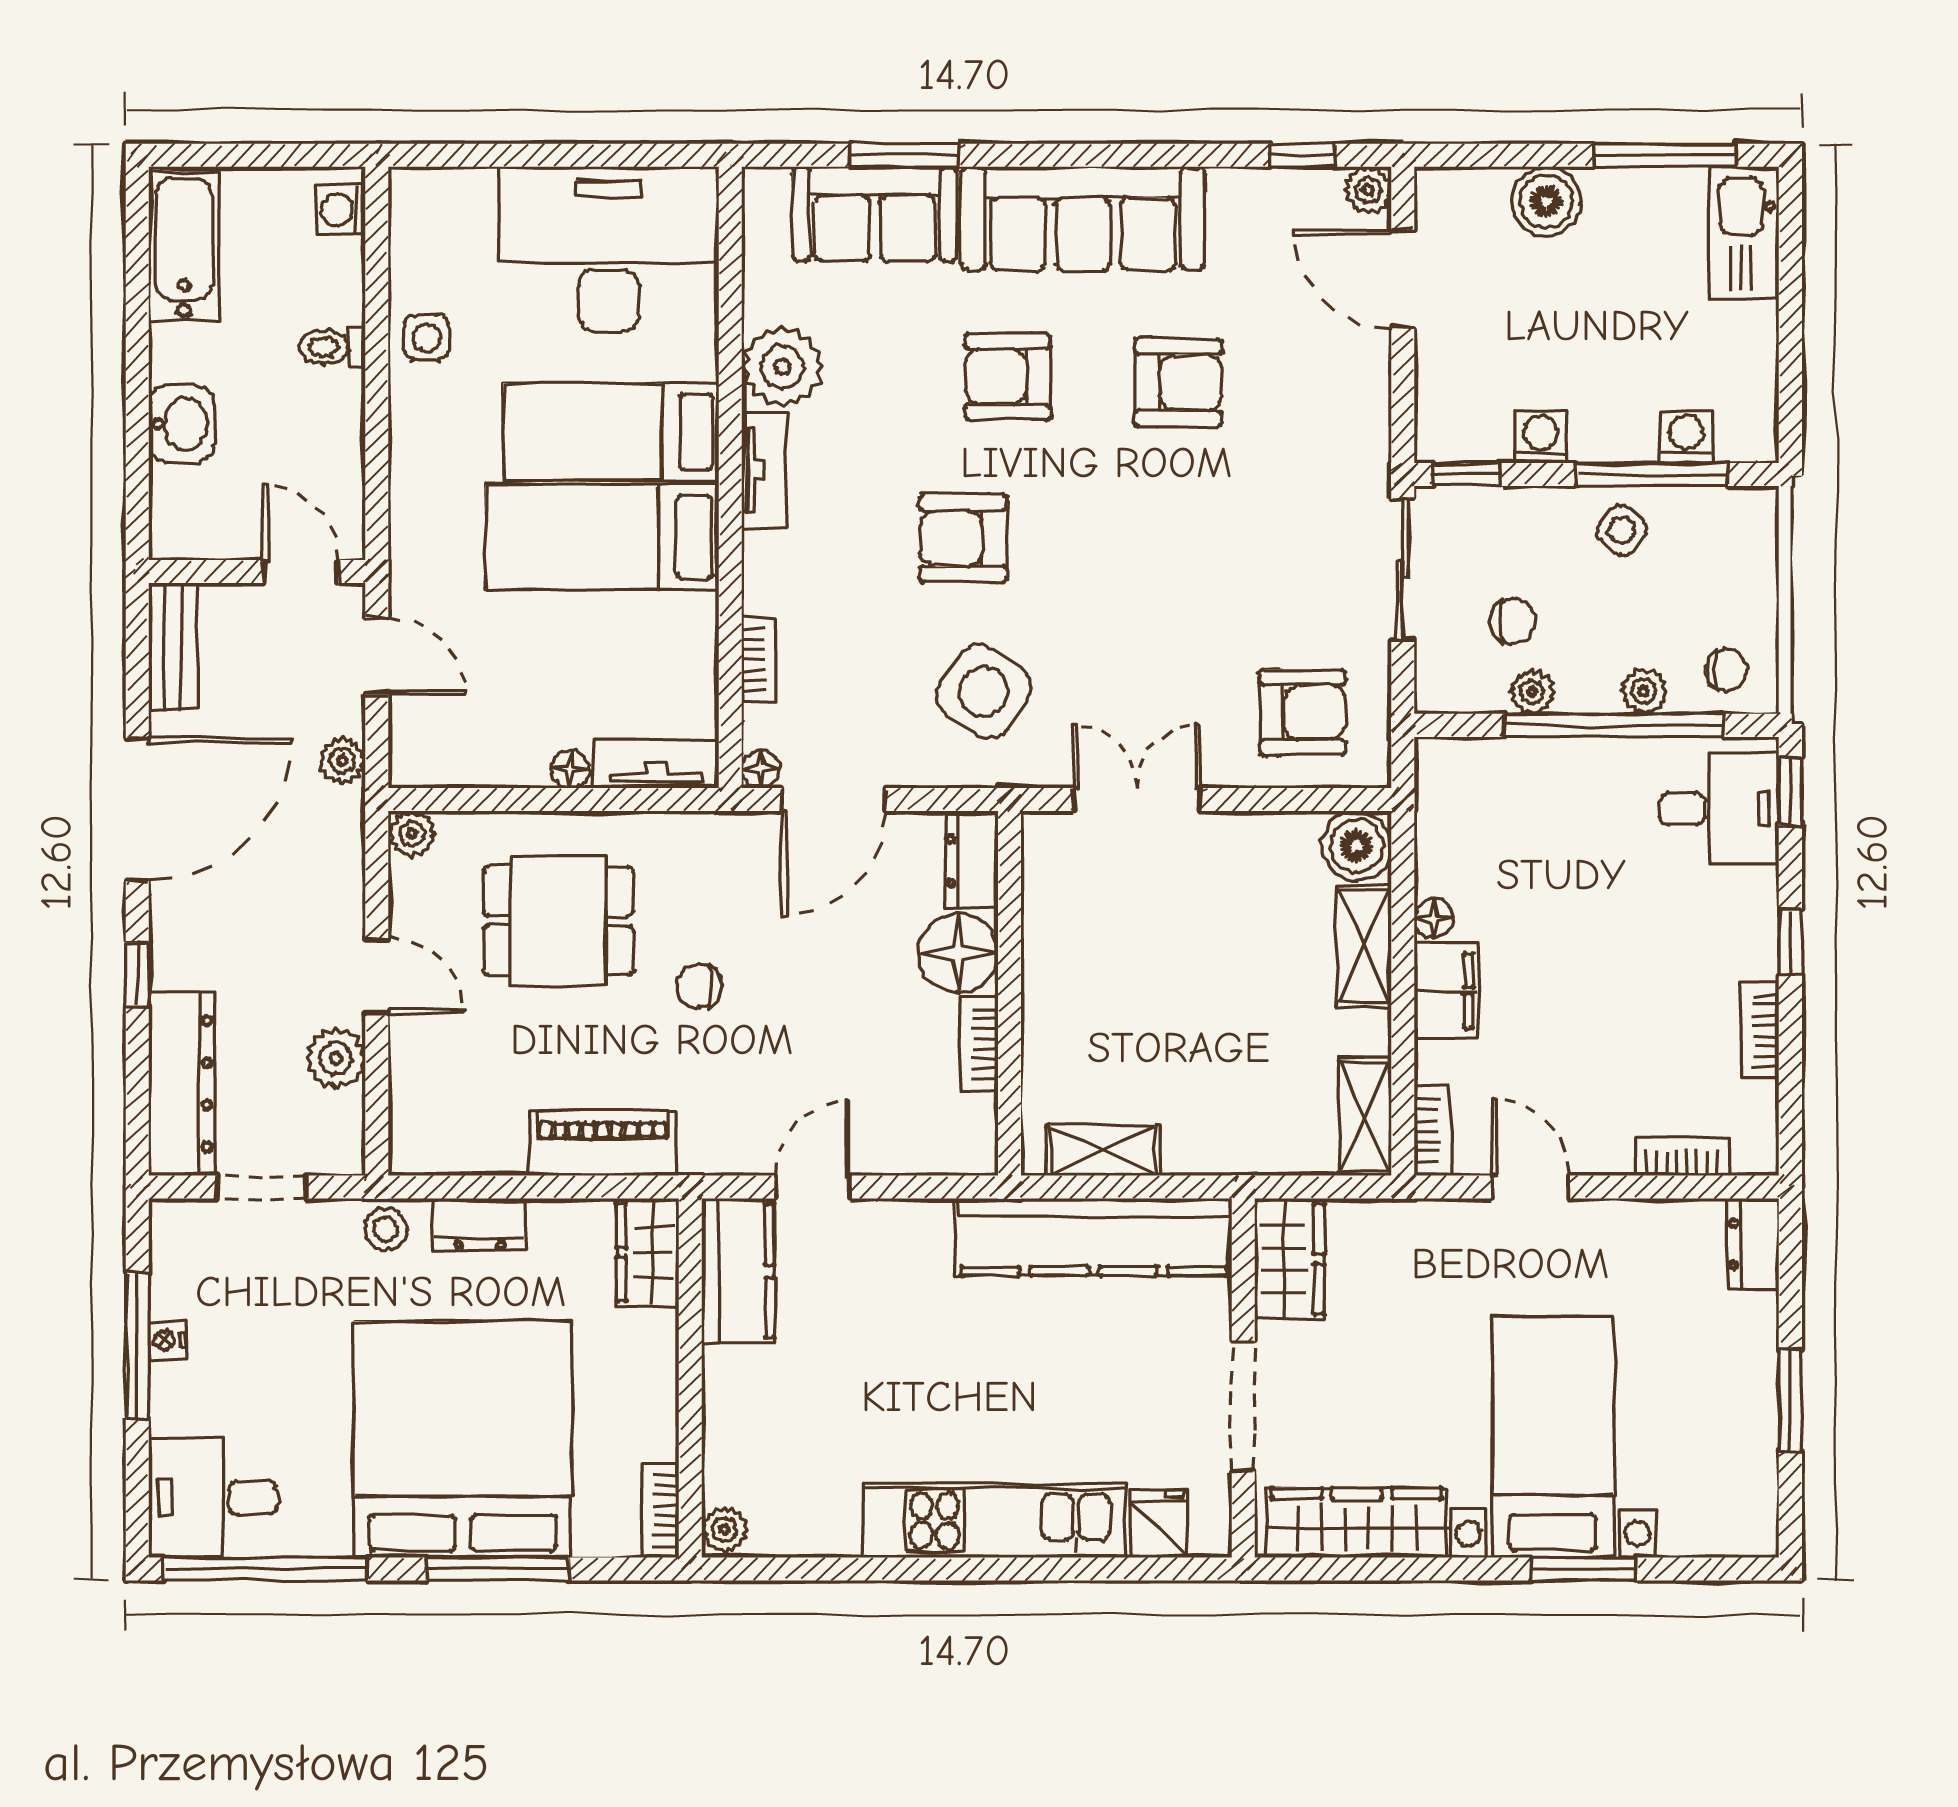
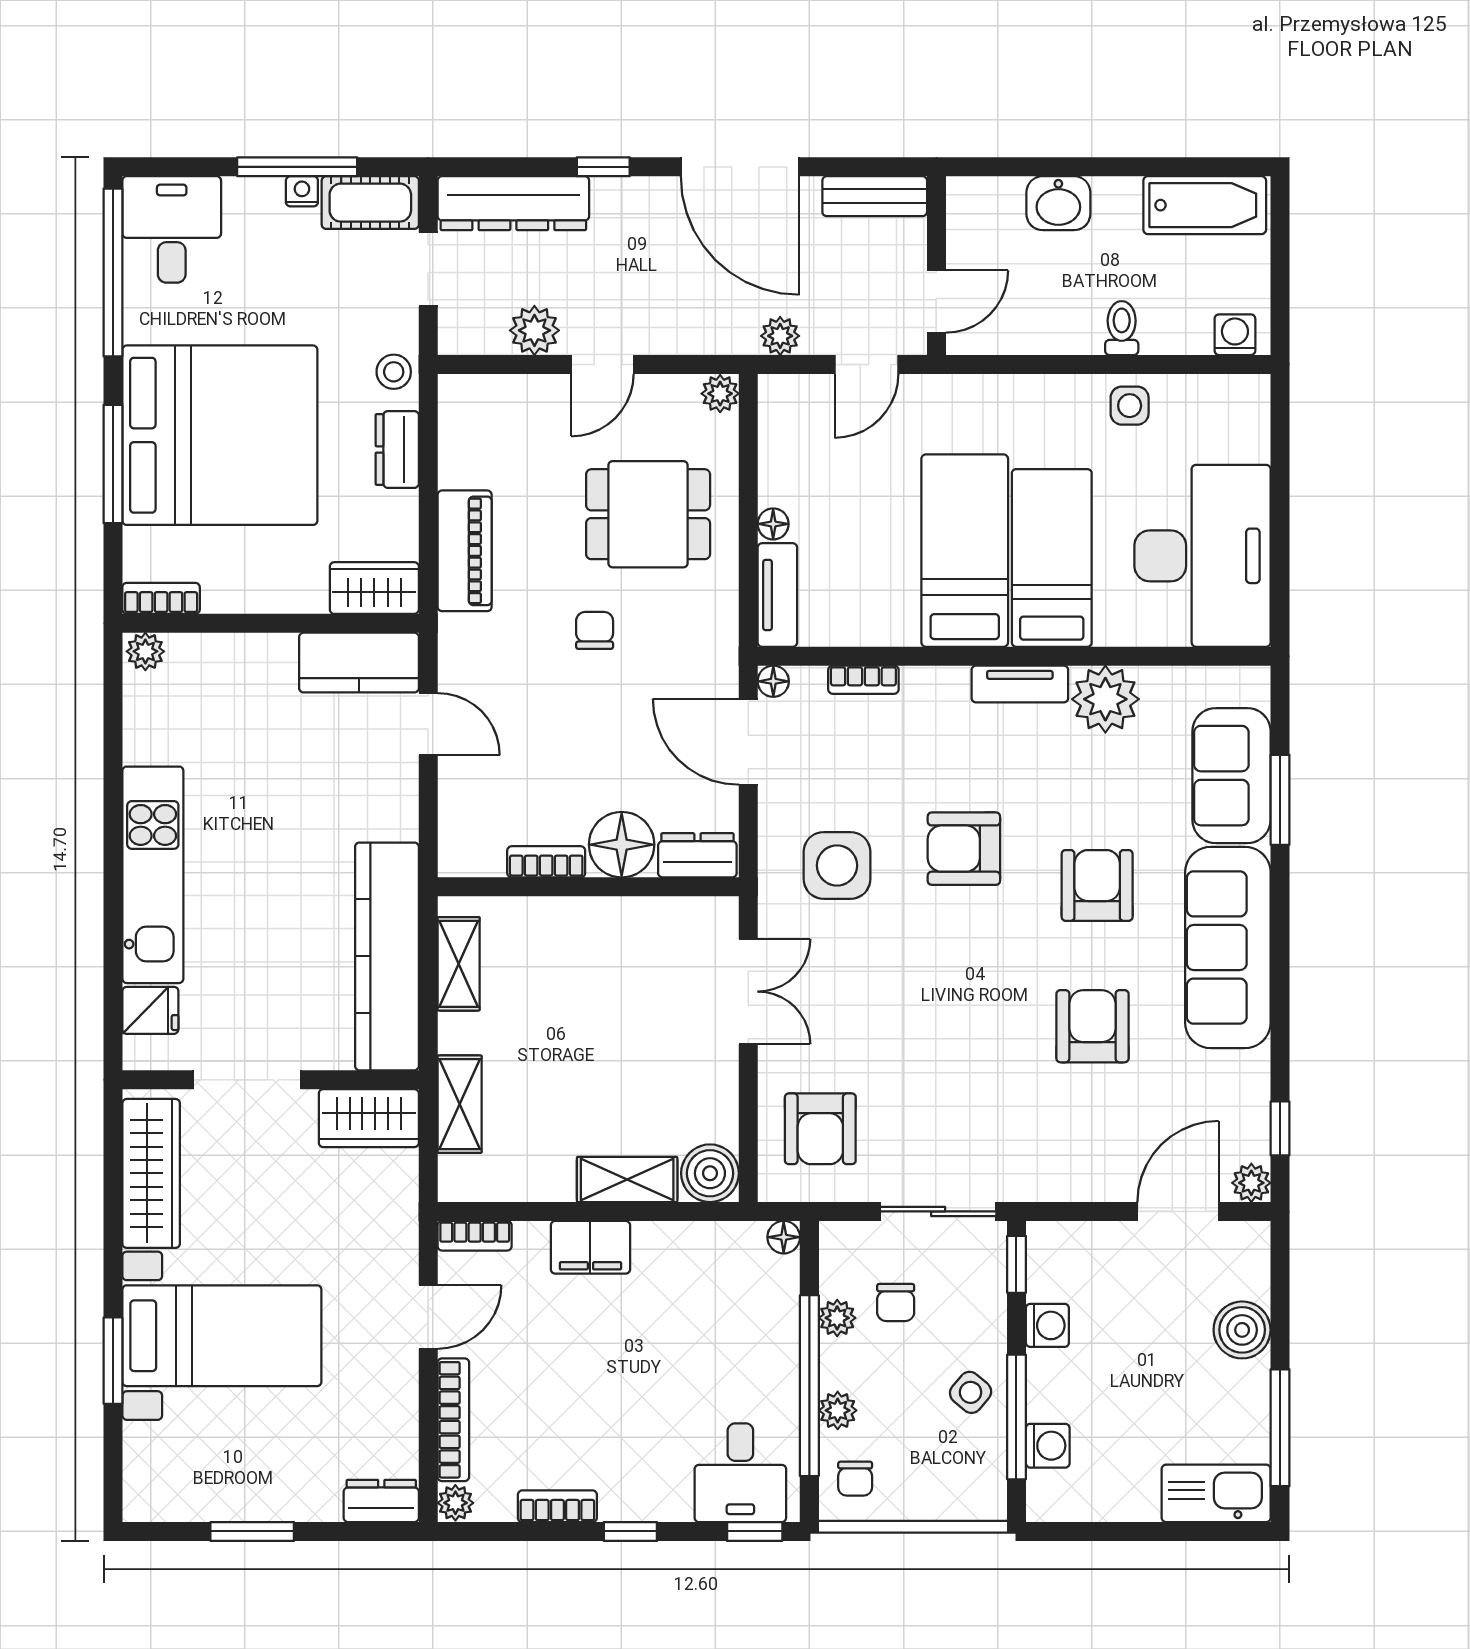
armchair: (1178, 382) -> (1092, 1026), turned 180
armchair: (963, 538) -> (964, 849), turned -90
side table: (984, 692) -> (837, 865), turned -34
floor lamp: (1434, 918) -> (784, 1237), moved
dining table: (558, 921) -> (648, 514), turned 90
shelving: (1365, 1116) -> (460, 1104), moved, turned 90
plant: (1756, 1154) -> (455, 1503), added
bookcase: (1682, 1157) -> (453, 1420), width x1.56
cot: (181, 1257) -> (370, 203), added

